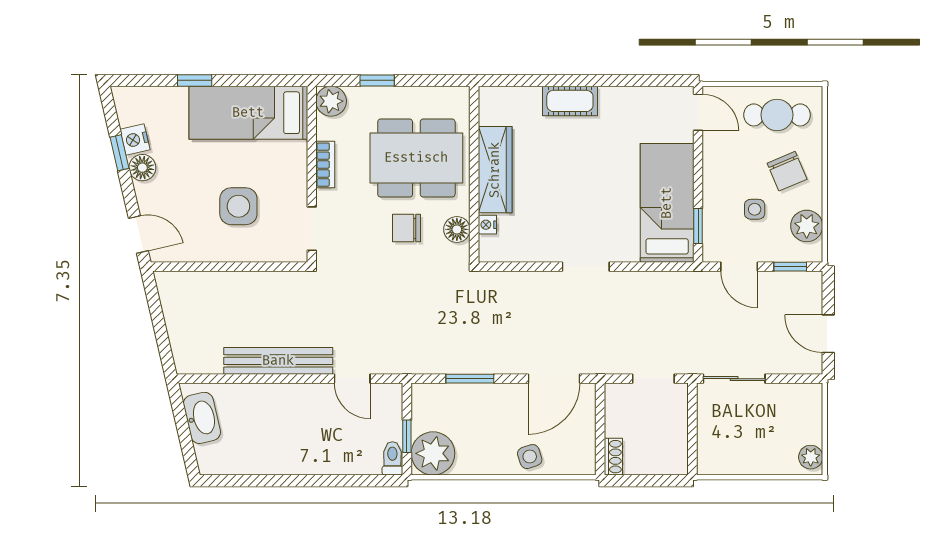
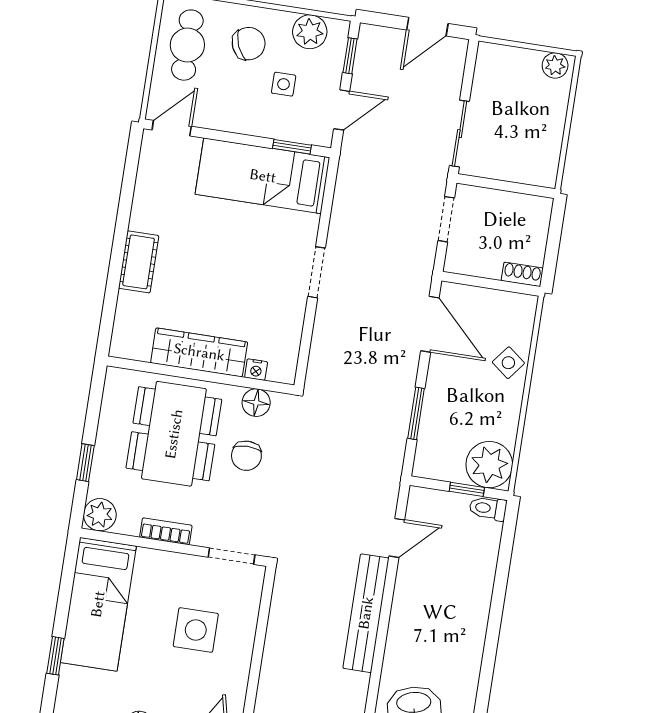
side table: (530, 457) -> (508, 363), turned -34

